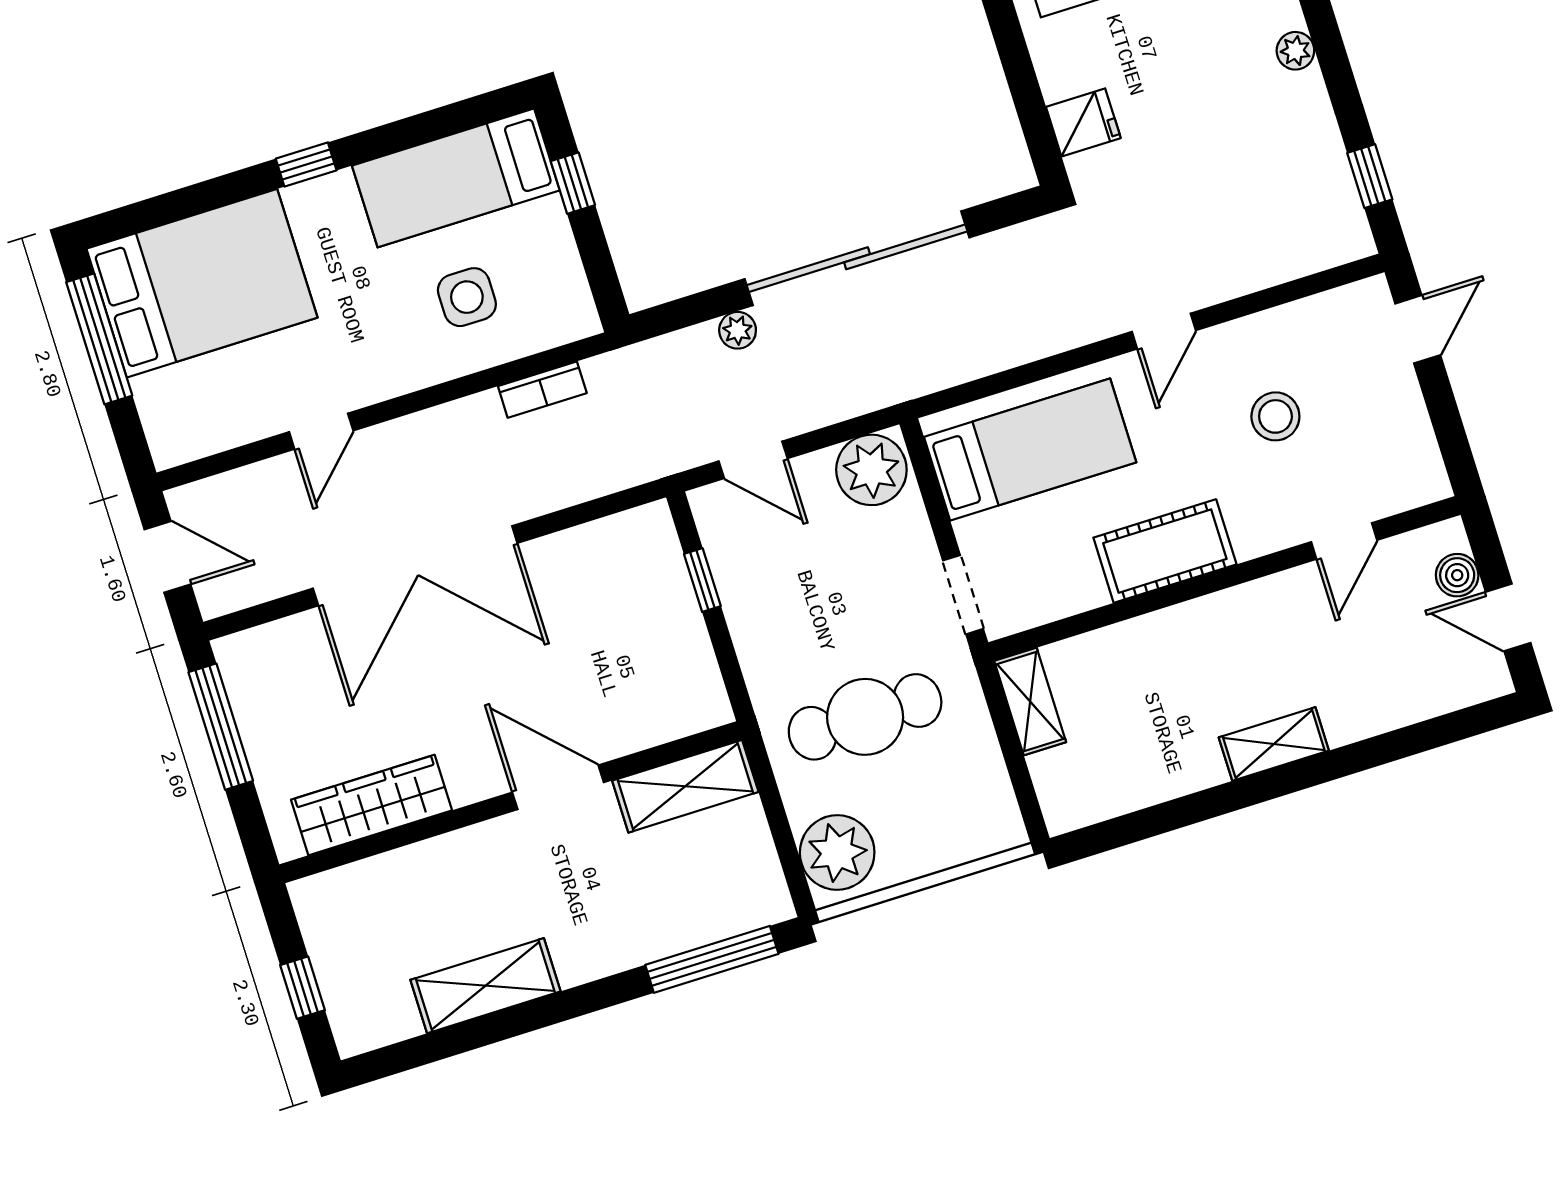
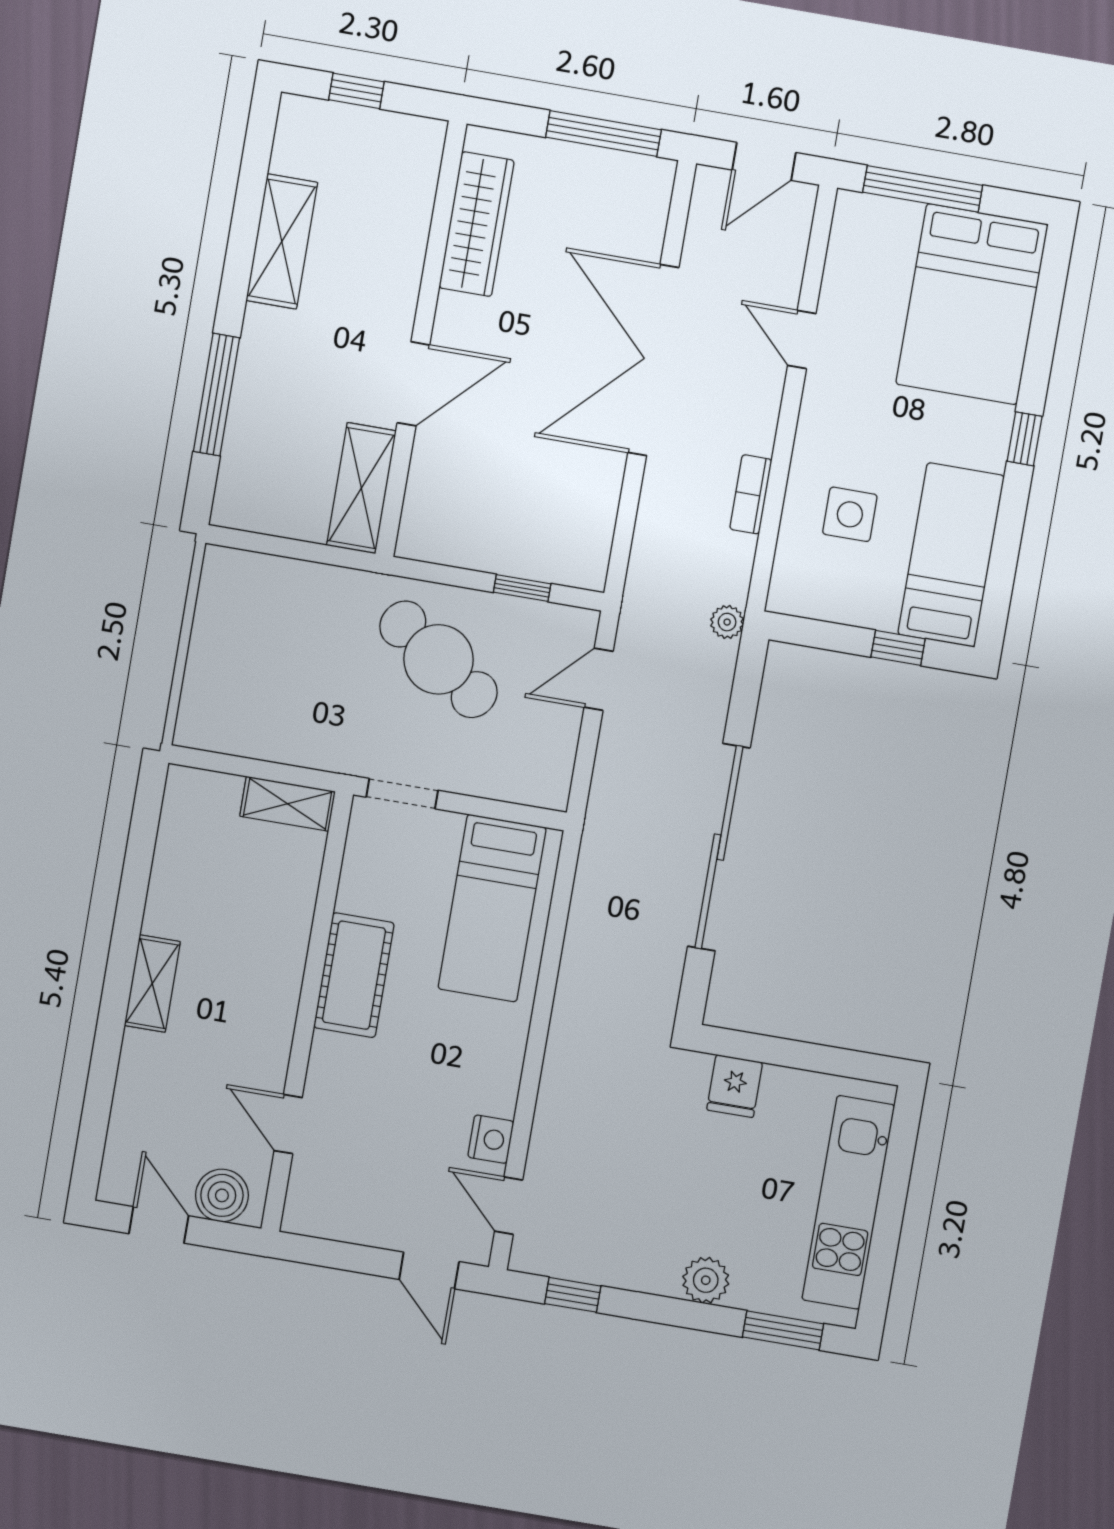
plant: (1295, 51) -> (706, 1280), width x1.38, depth x1.38
plant: (738, 330) -> (727, 622), moved
door: (1164, 331) -> (509, 1206), moved
nightstand: (1258, 335) -> (491, 1139), added
window: (99, 339) -> (923, 189), moved
bookcase: (542, 390) -> (751, 494), moved
stool: (1275, 416) -> (417, 1120), removed
plant: (871, 470) -> (541, 771), removed
boiler: (1457, 575) -> (222, 1195), width x1.36, depth x1.36
door: (1508, 617) -> (159, 1225), hinge flipped
cafe table: (865, 717) -> (439, 659), moved, turned -55
plant: (837, 853) -> (244, 584), removed
window: (712, 959) -> (216, 395), moved

